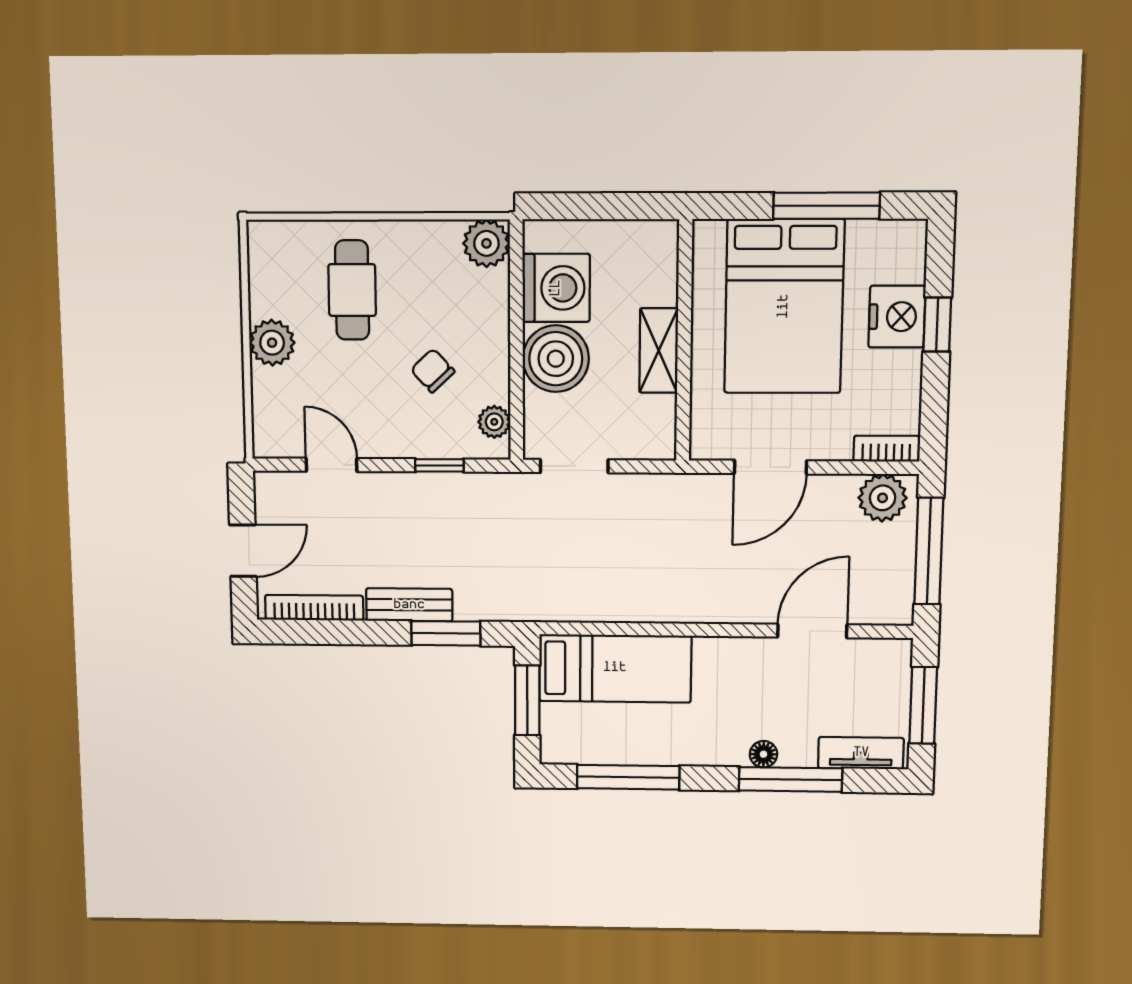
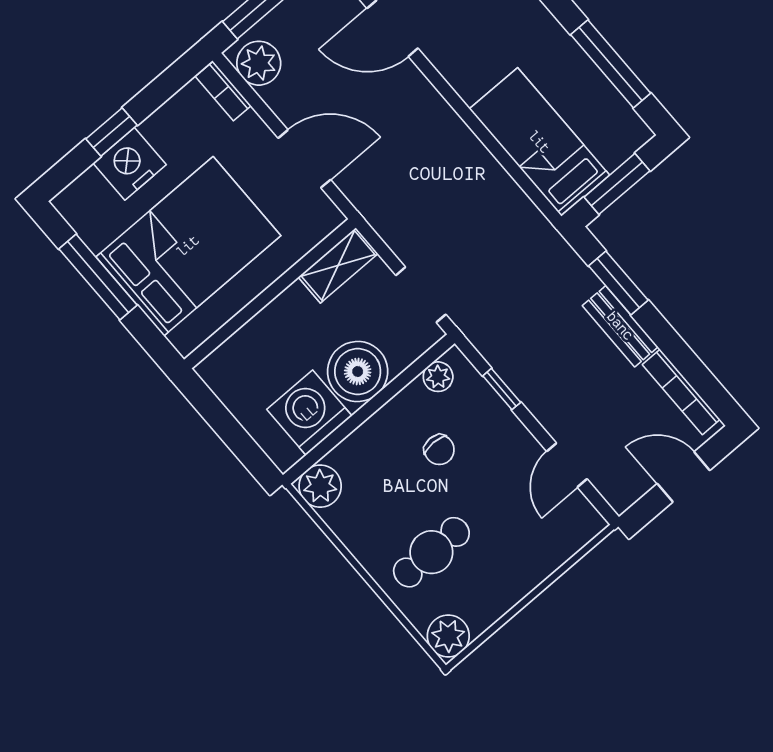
plant: (272, 343) -> (448, 636), moved
shelving: (659, 351) -> (338, 265), moved
chair: (433, 371) -> (439, 450), turned -47

